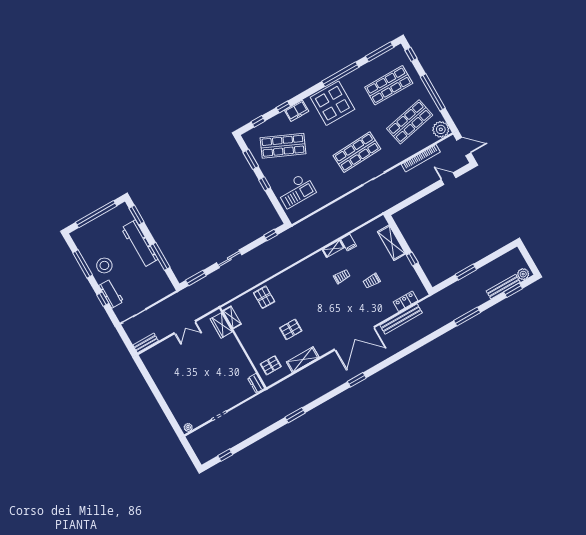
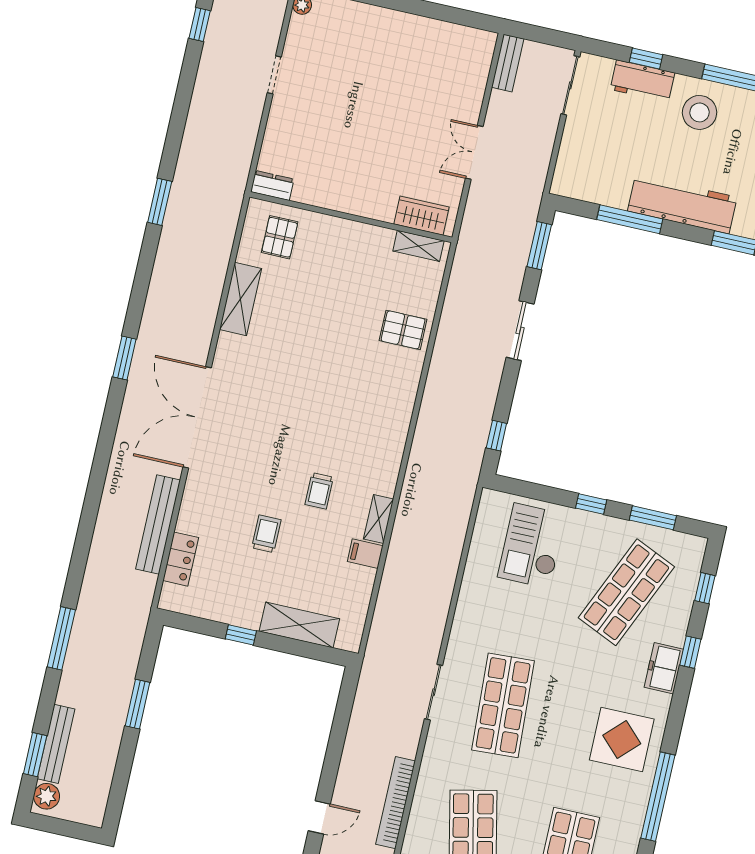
display table: (332, 103) -> (622, 739), width x0.73, depth x0.73
pallet: (291, 329) -> (309, 325), removed

